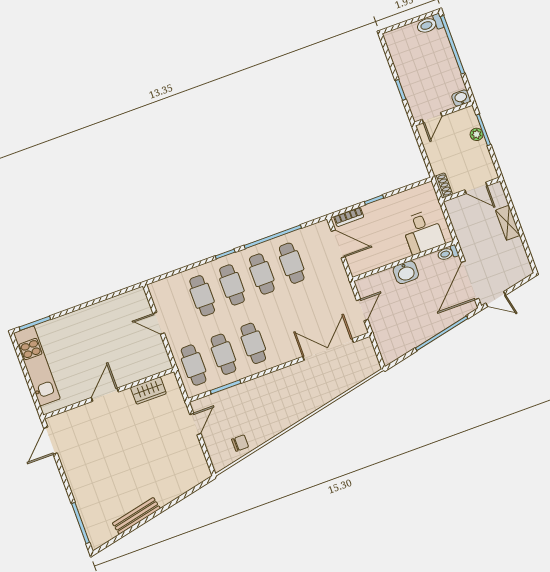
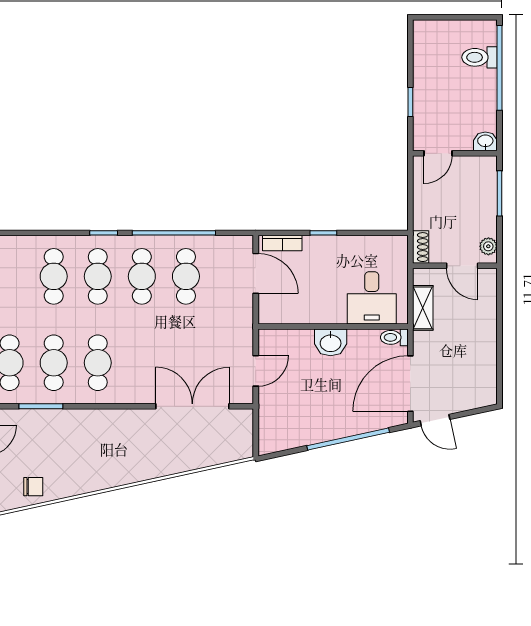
toilet: (430, 24) -> (480, 57), moved
plant: (477, 134) -> (488, 246), moved
shelving: (508, 223) -> (423, 308), moved

